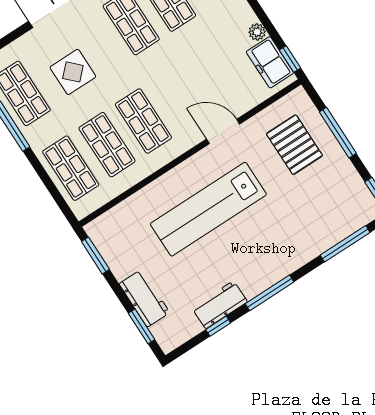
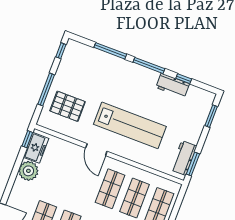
plant: (257, 32) -> (28, 171), width x1.88, depth x1.88
door: (223, 131) -> (96, 150), moved
pallet: (294, 145) -> (68, 106), turned 90
window: (345, 244) -> (110, 51), moved
workbench: (144, 298) -> (184, 158), moved

